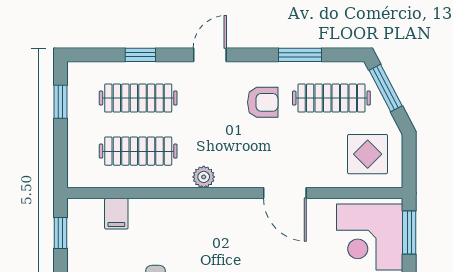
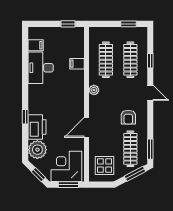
window: (300, 55) -> (150, 149), moved
filing cabinet: (116, 214) -> (77, 64), moved

